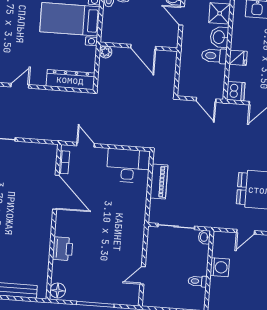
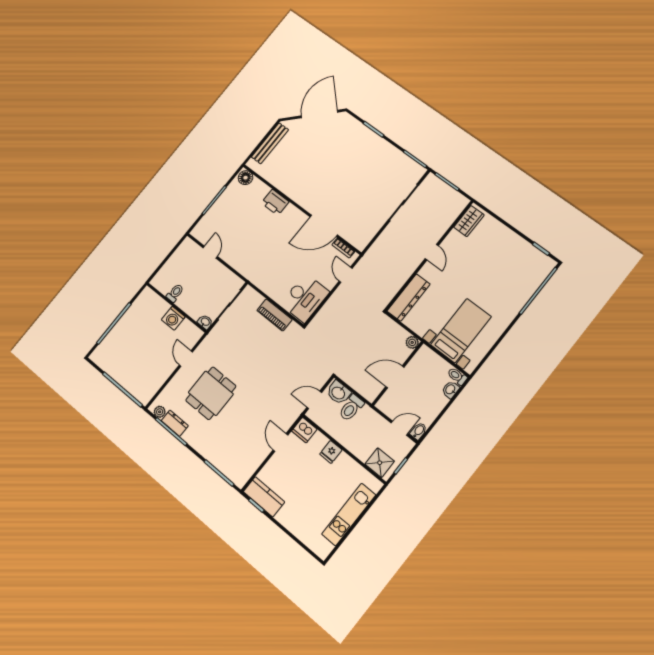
washbasin: (219, 37) -> (339, 393), moved, turned 180
toilet: (214, 56) -> (351, 408), moved, turned 180
door: (86, 145) -> (346, 275), swing flipped

